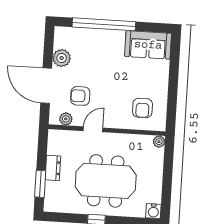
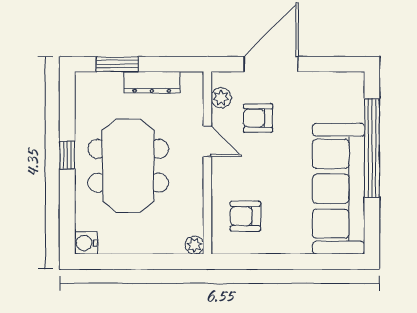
sofa: (148, 45) -> (339, 189), width x1.85, depth x1.27
plant: (62, 58) -> (315, 85), removed
armchair: (80, 96) -> (258, 118), turned -90
dresser: (53, 168) -> (152, 82), width x1.44

